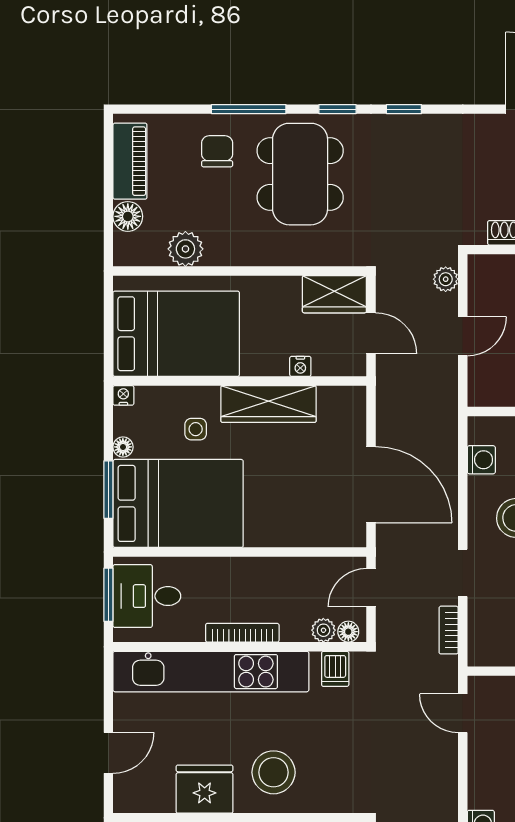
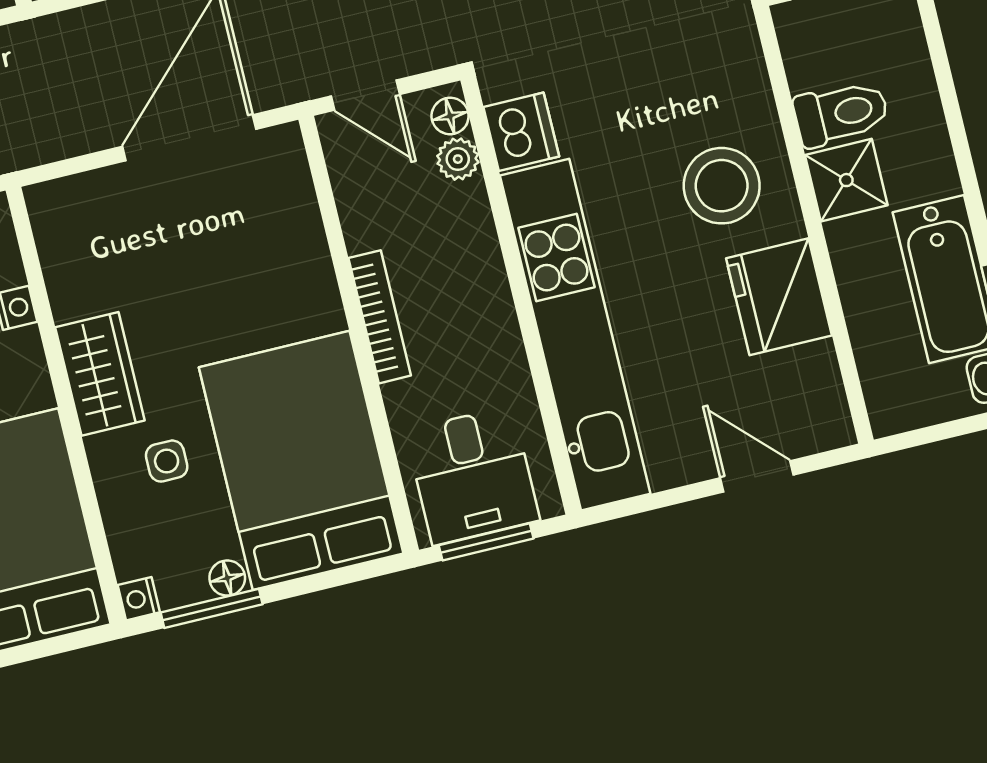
wardrobe: (269, 404) -> (100, 374), width x0.67
window: (108, 490) -> (212, 608), moved
bookcase: (242, 633) -> (380, 317), moved, turned 180
dishwasher: (335, 669) -> (521, 132), width x1.38

